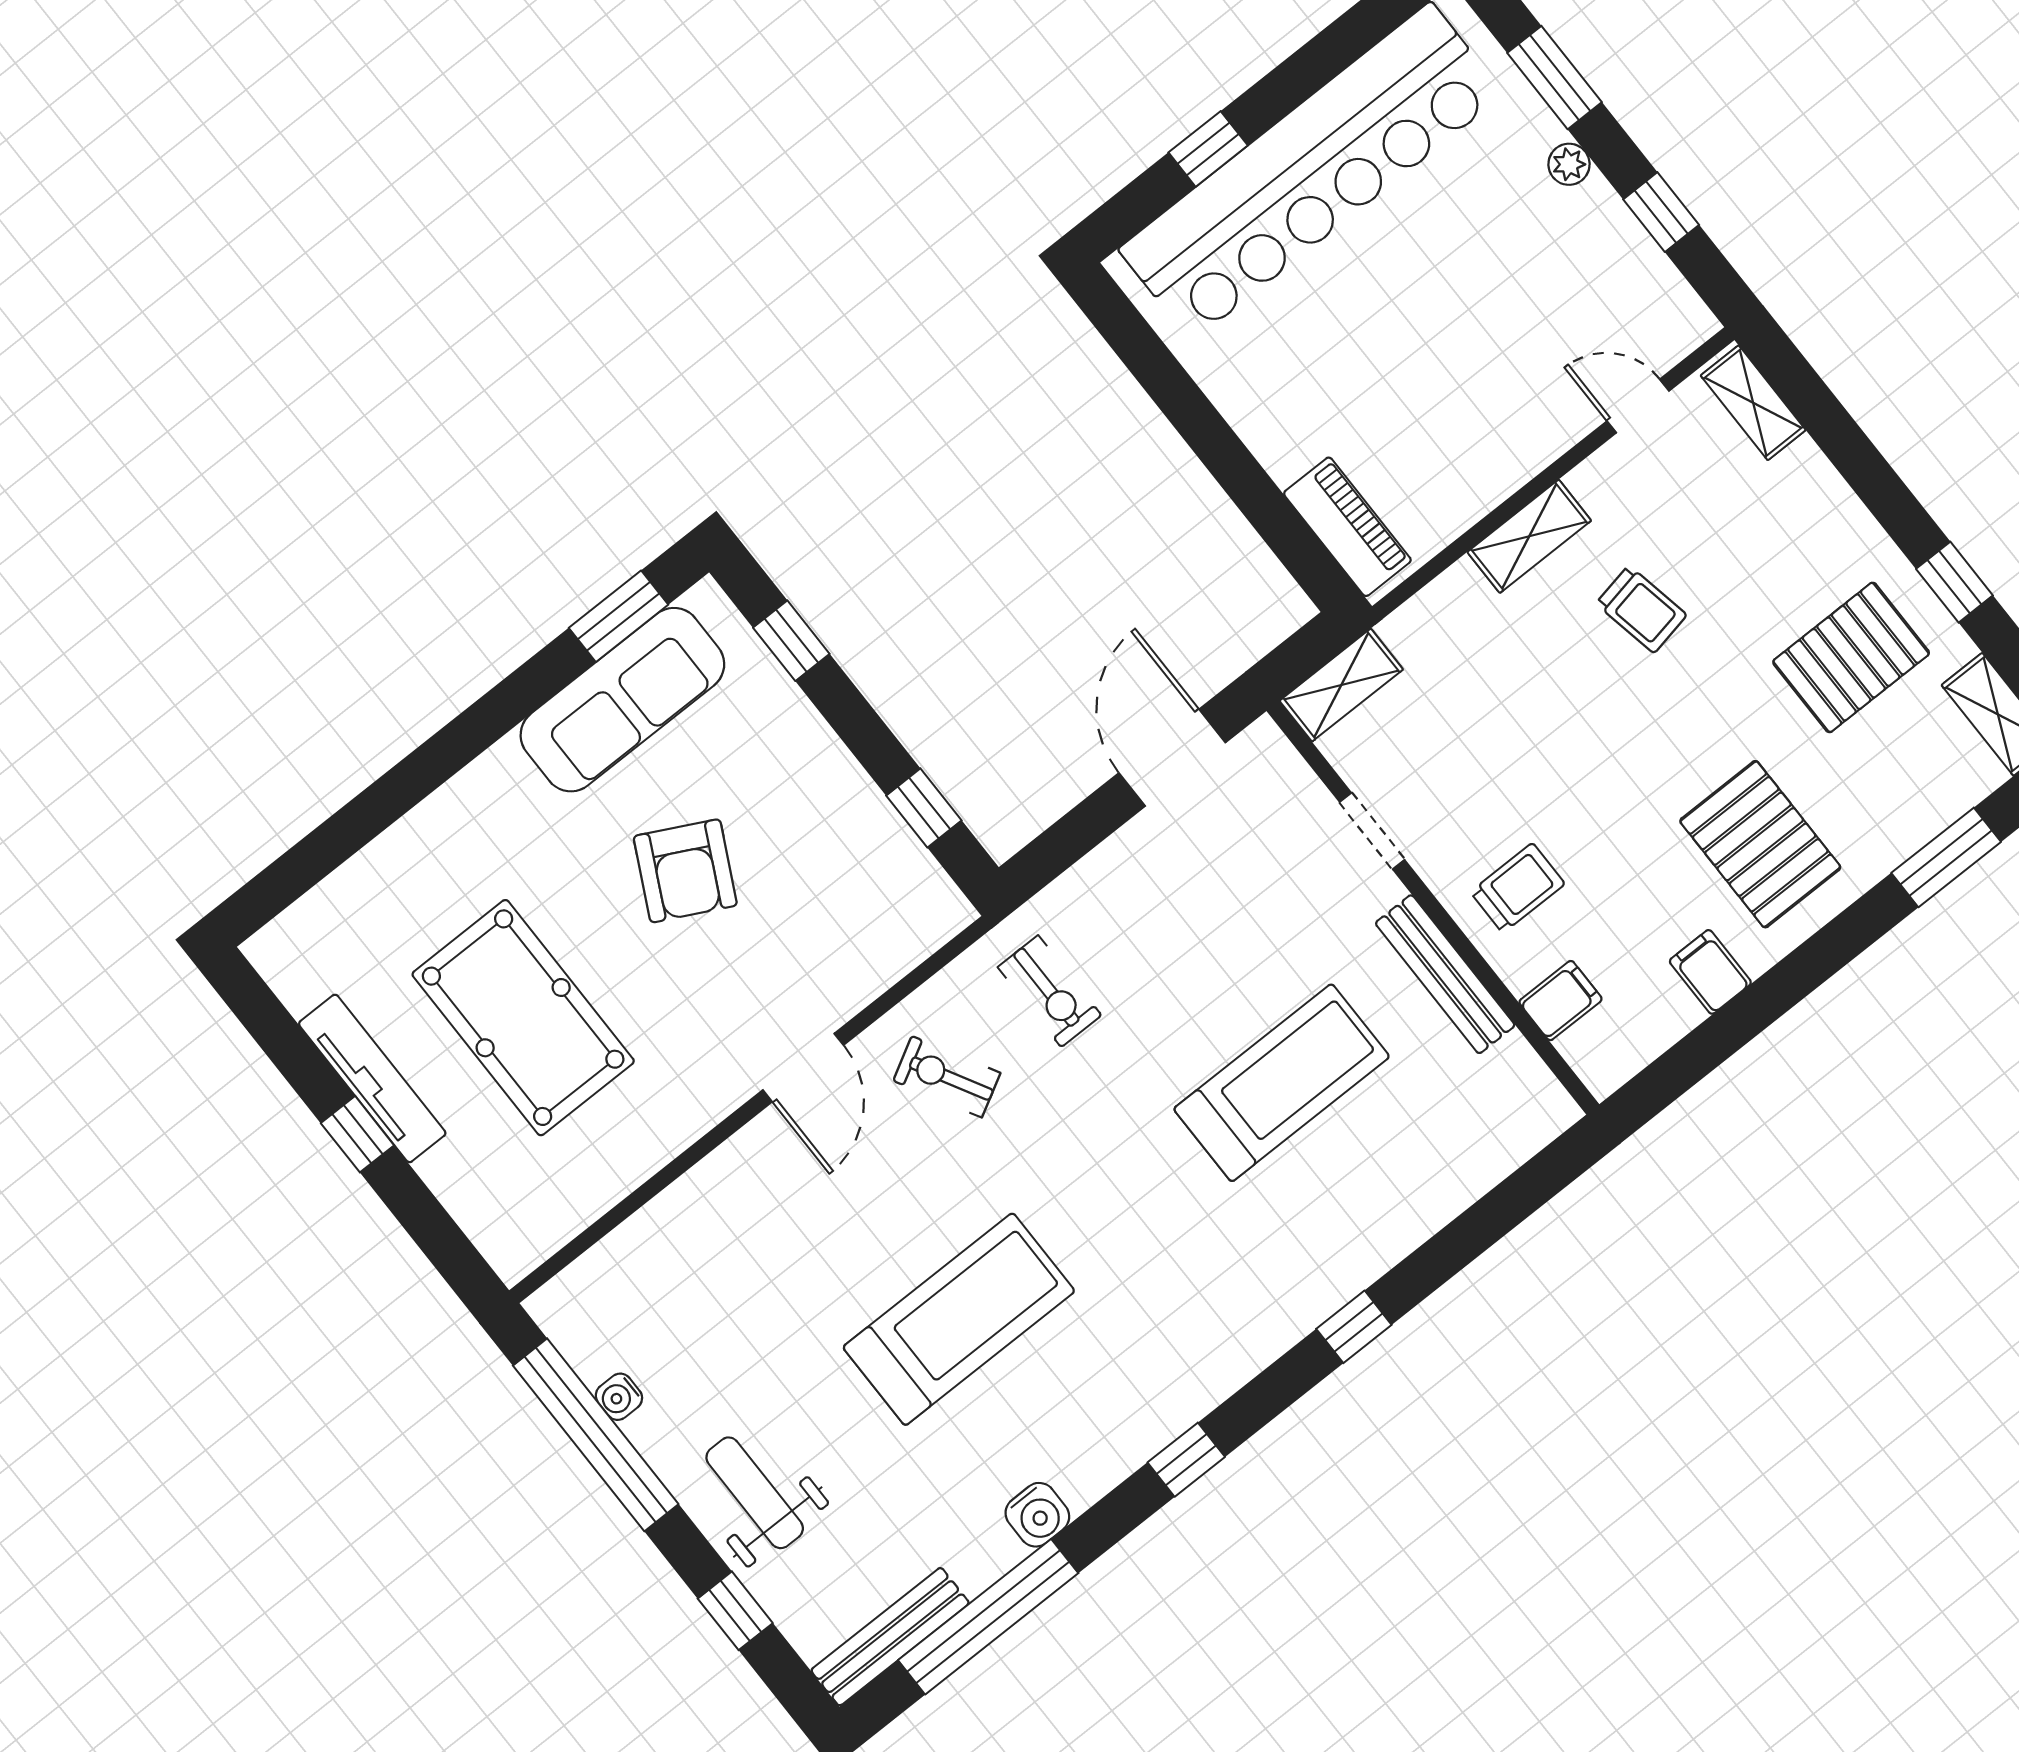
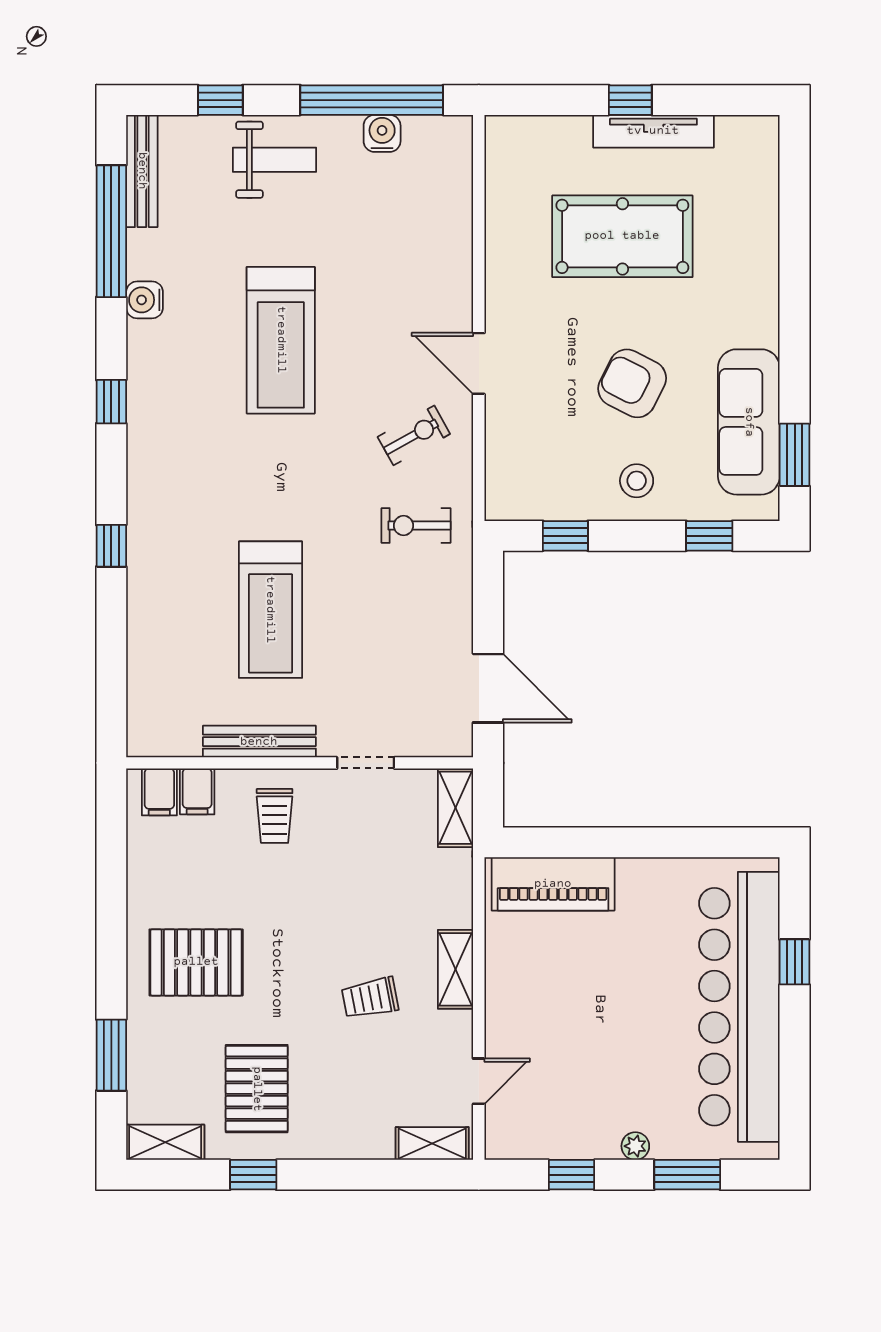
piano: (1347, 527) -> (553, 884), width x1.37, depth x1.33
stool: (794, 776) -> (637, 481), added
filing cabinet: (1710, 972) -> (159, 792), moved, turned 90
water cooler: (619, 1397) -> (382, 133), width x1.38, depth x1.38

